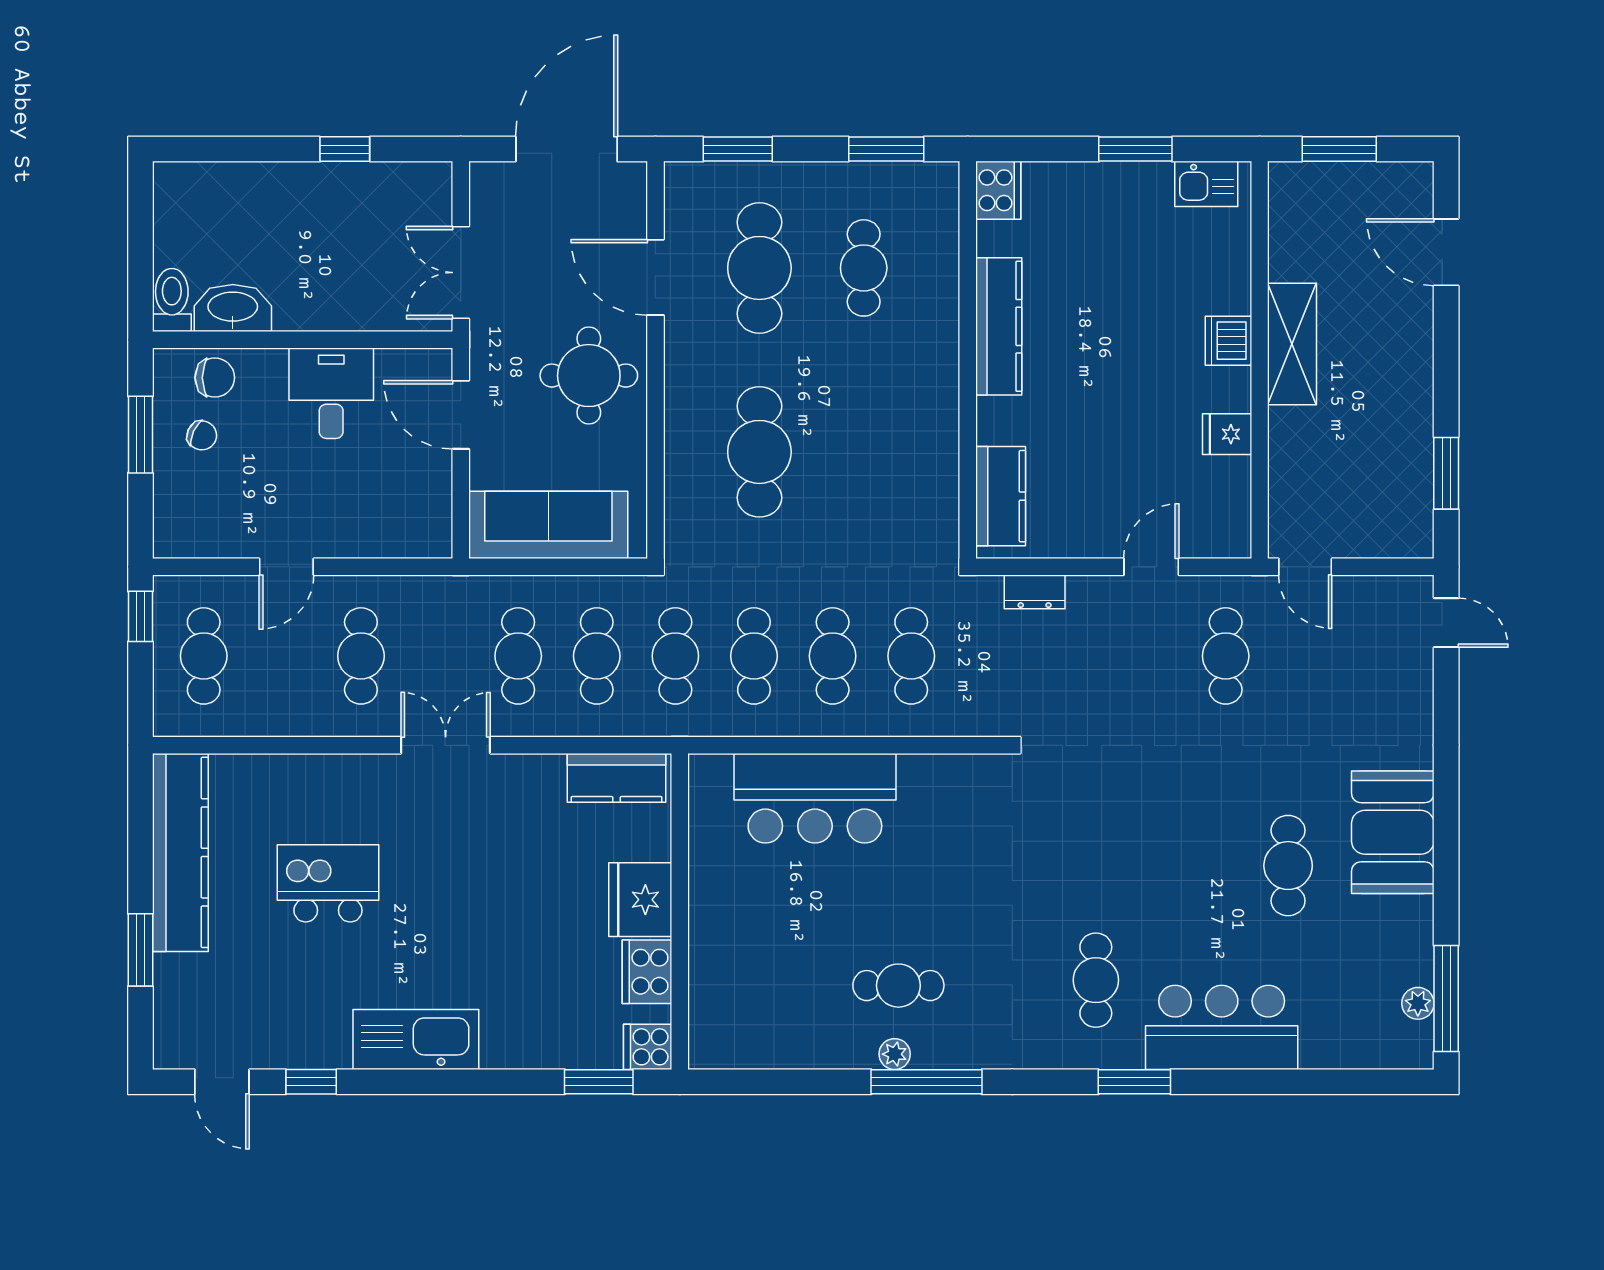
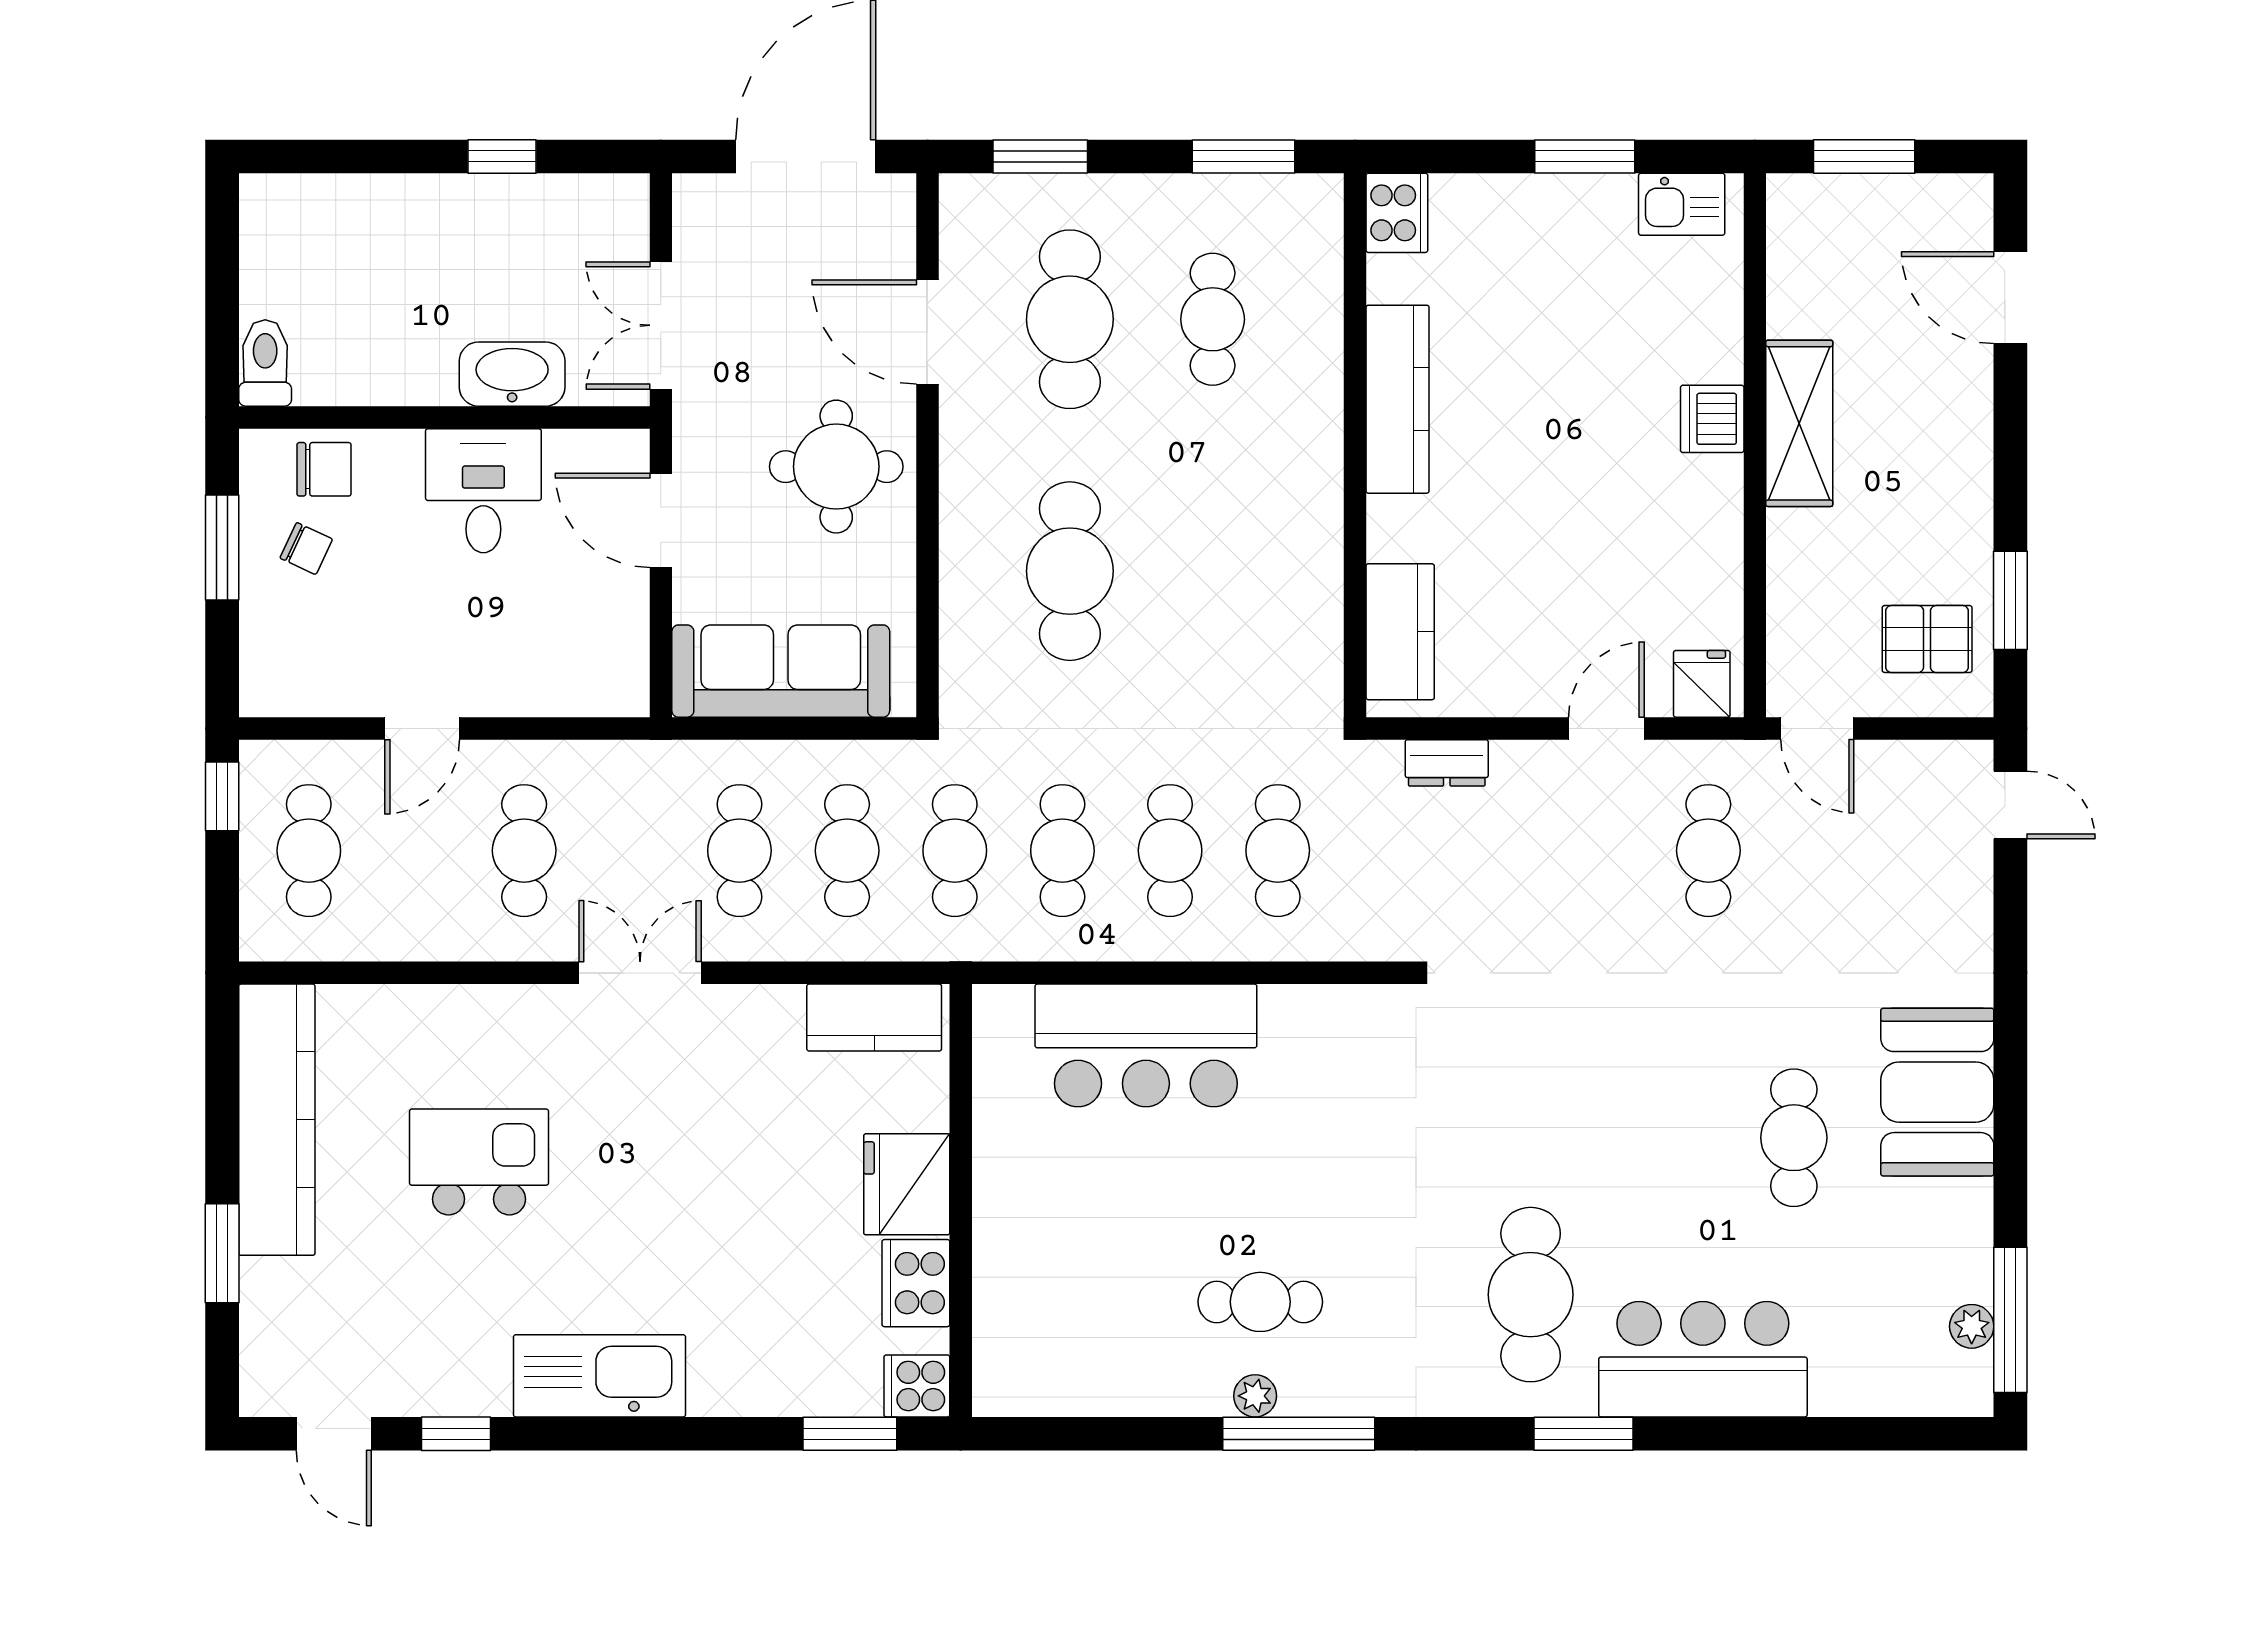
washbasin: (233, 308) -> (512, 374), moved
fridge: (1227, 434) -> (1702, 684), moved, turned 90
pallet: (1385, 501) -> (1927, 639), added
cafe table: (1096, 980) -> (1531, 1295), width x1.37, depth x1.35

